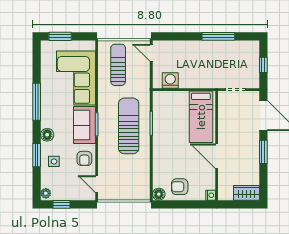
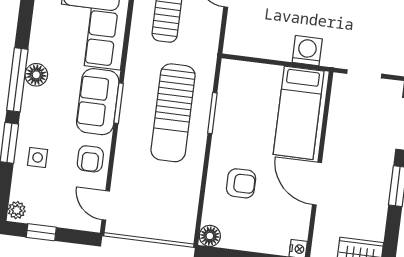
washing machine: (170, 80) -> (307, 51), moved
window: (37, 102) -> (17, 80), moved
sun lounger: (129, 126) -> (173, 113), turned 180
floor lamp: (47, 135) -> (36, 75), moved
armchair: (180, 187) -> (241, 183), moved, turned 180

